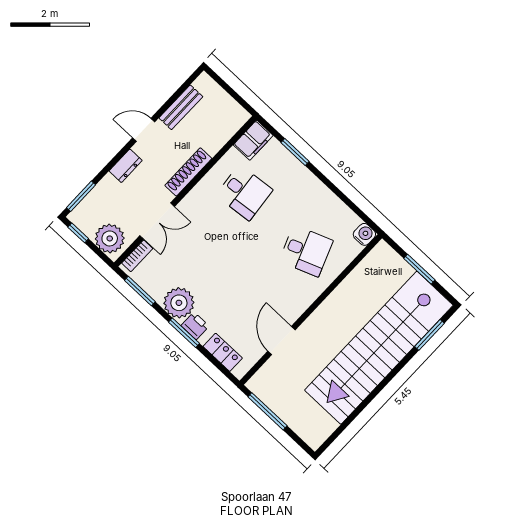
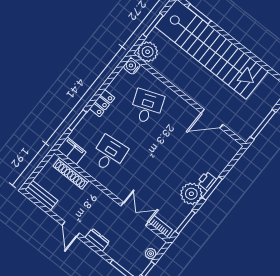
bench: (181, 107) -> (41, 195), moved
shoe rack: (188, 172) -> (71, 173), moved
plant: (110, 238) -> (151, 254), width x0.53, depth x0.53
plant: (383, 258) -> (148, 52), added
locker: (223, 352) -> (102, 103), moved, turned 180

